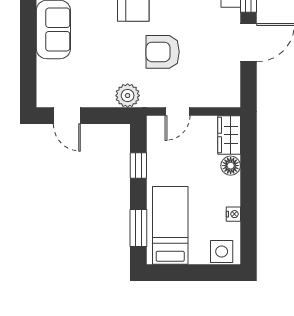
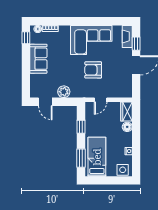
plant: (128, 96) -> (64, 92), moved

